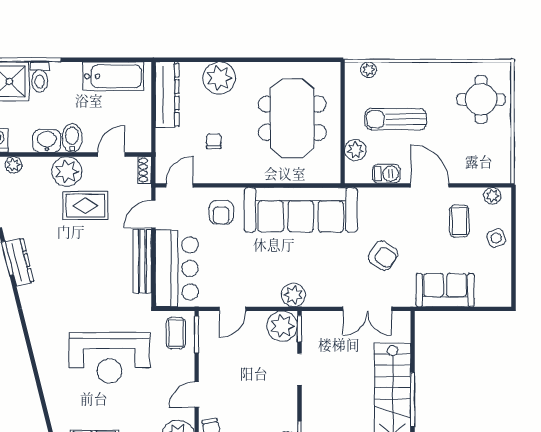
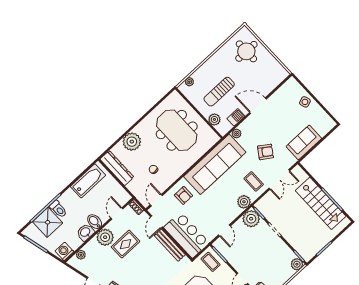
plant: (492, 196) -> (236, 134), moved
coffee table: (459, 221) -> (254, 181), moved

